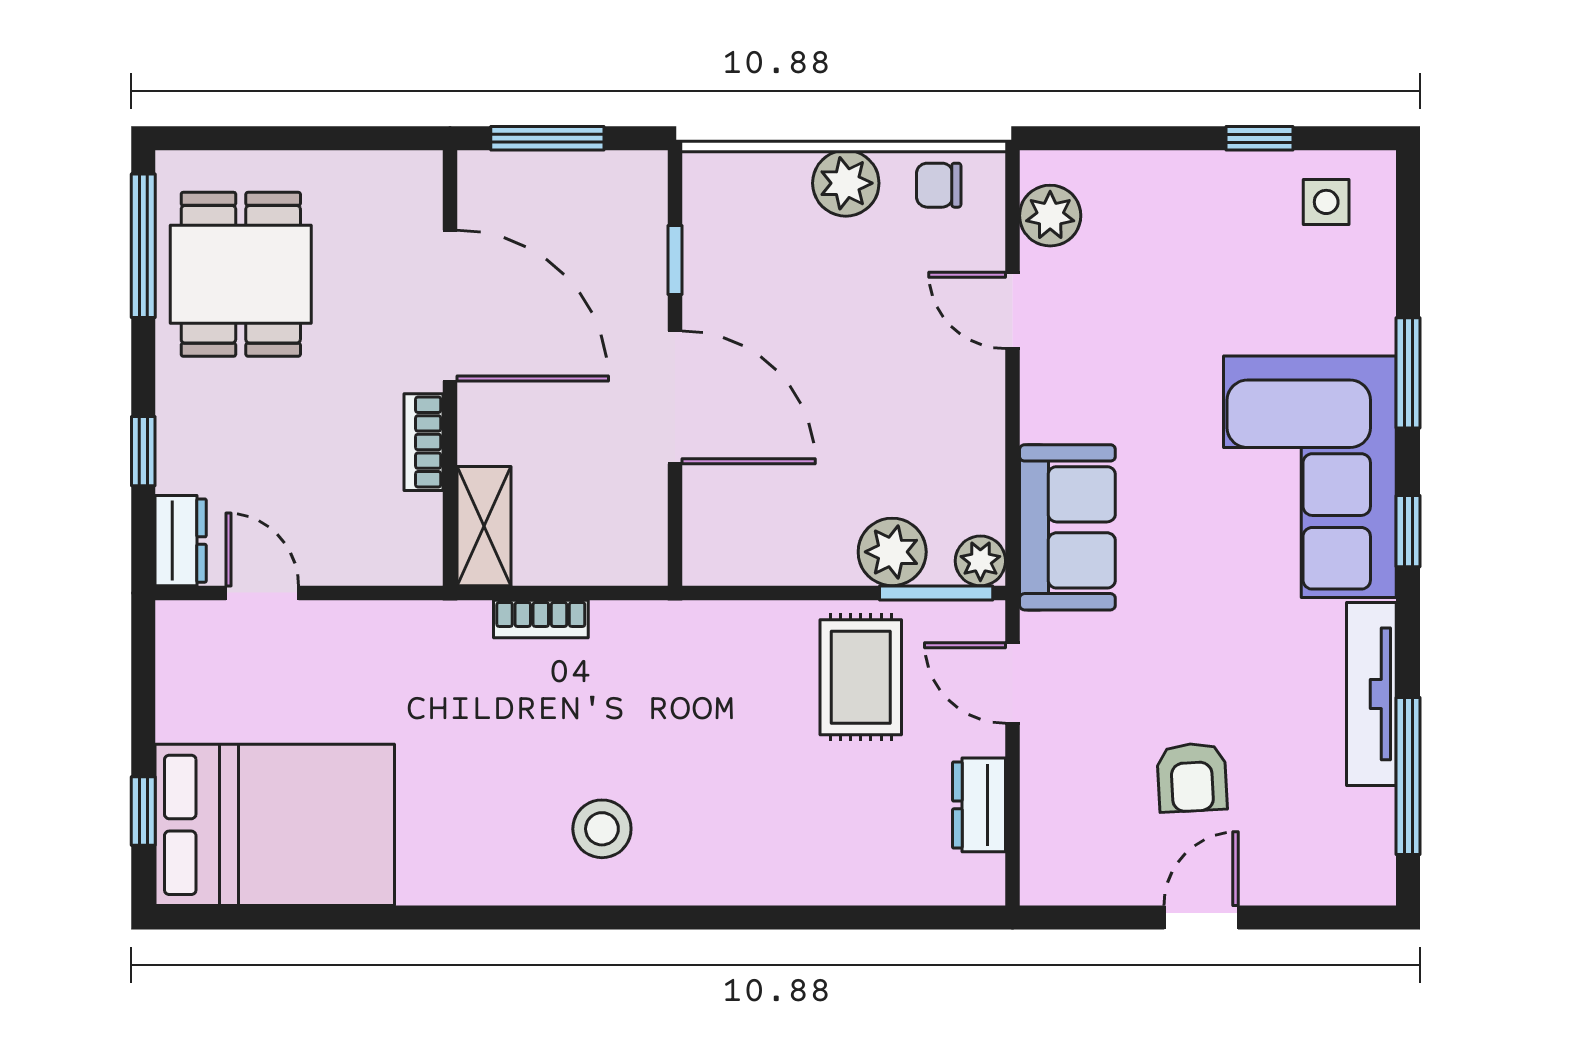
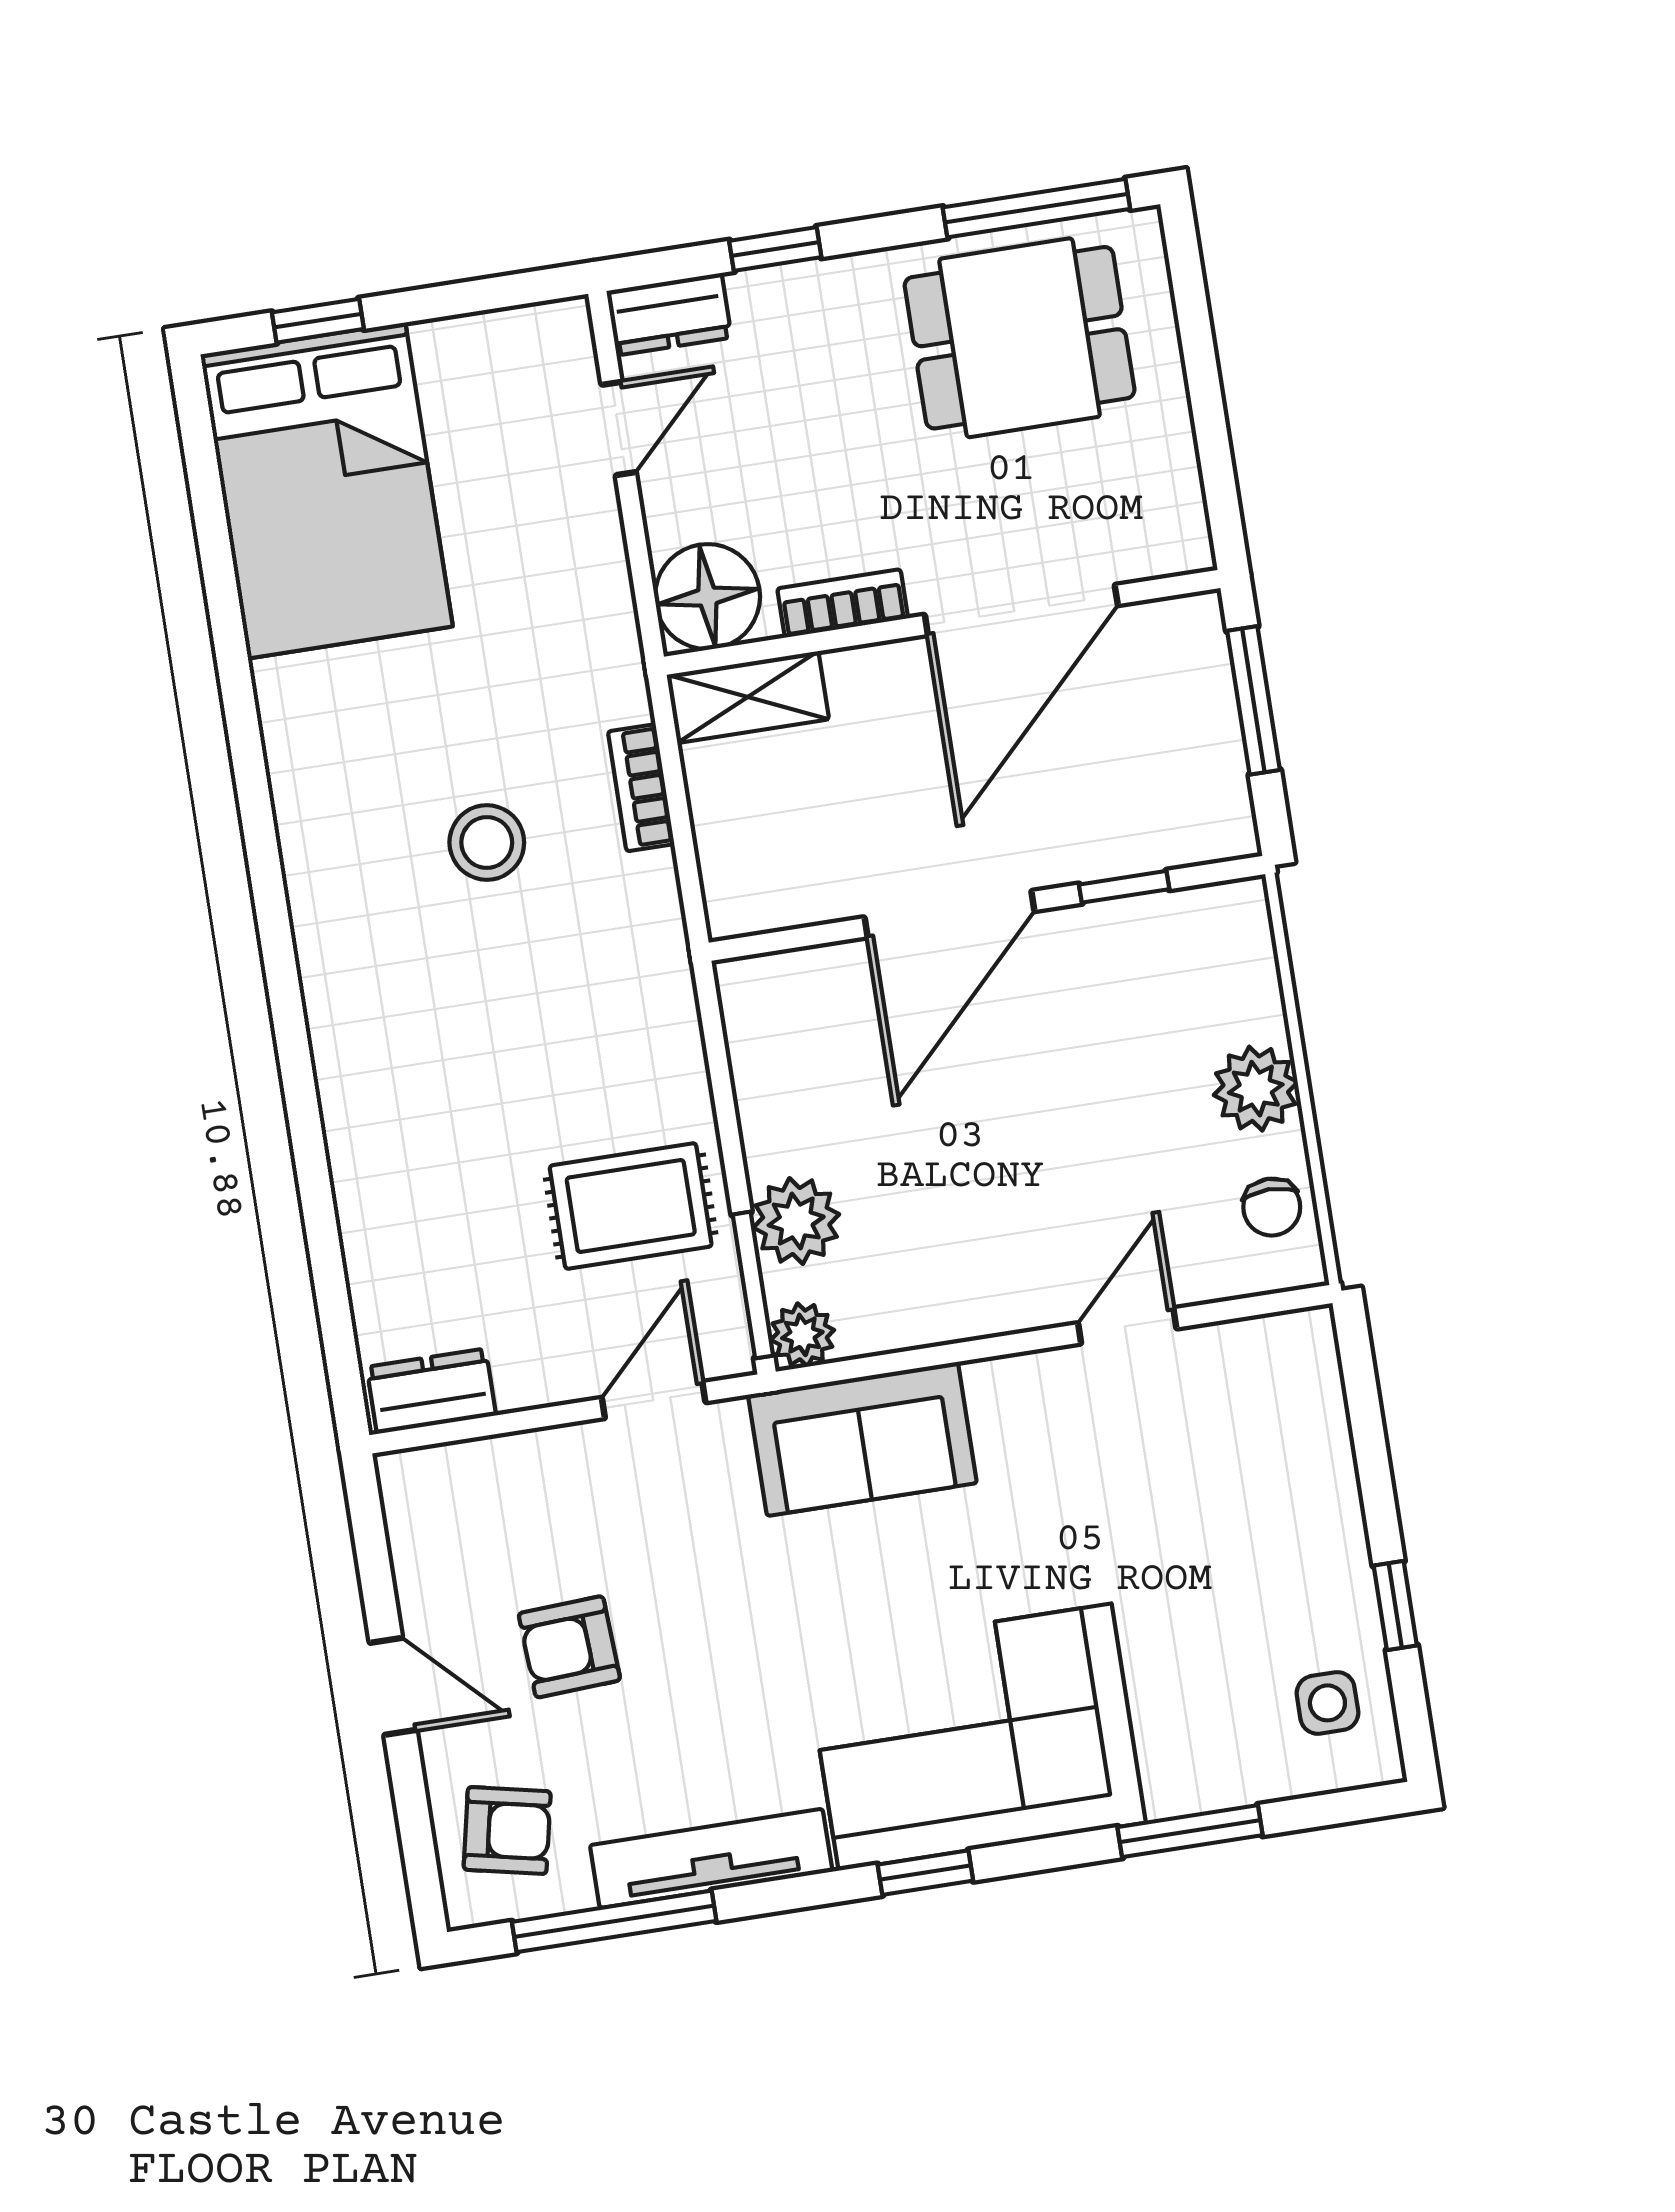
chair: (939, 185) -> (1272, 1207), turned 180
plant: (1050, 216) -> (1255, 1355), removed
window: (1408, 373) -> (1190, 1831), moved
floor lamp: (402, 545) -> (707, 597), added
dresser: (979, 805) -> (431, 1391), moved
stool: (602, 829) -> (487, 843), moved
armchair: (1325, 847) -> (507, 1830), added

